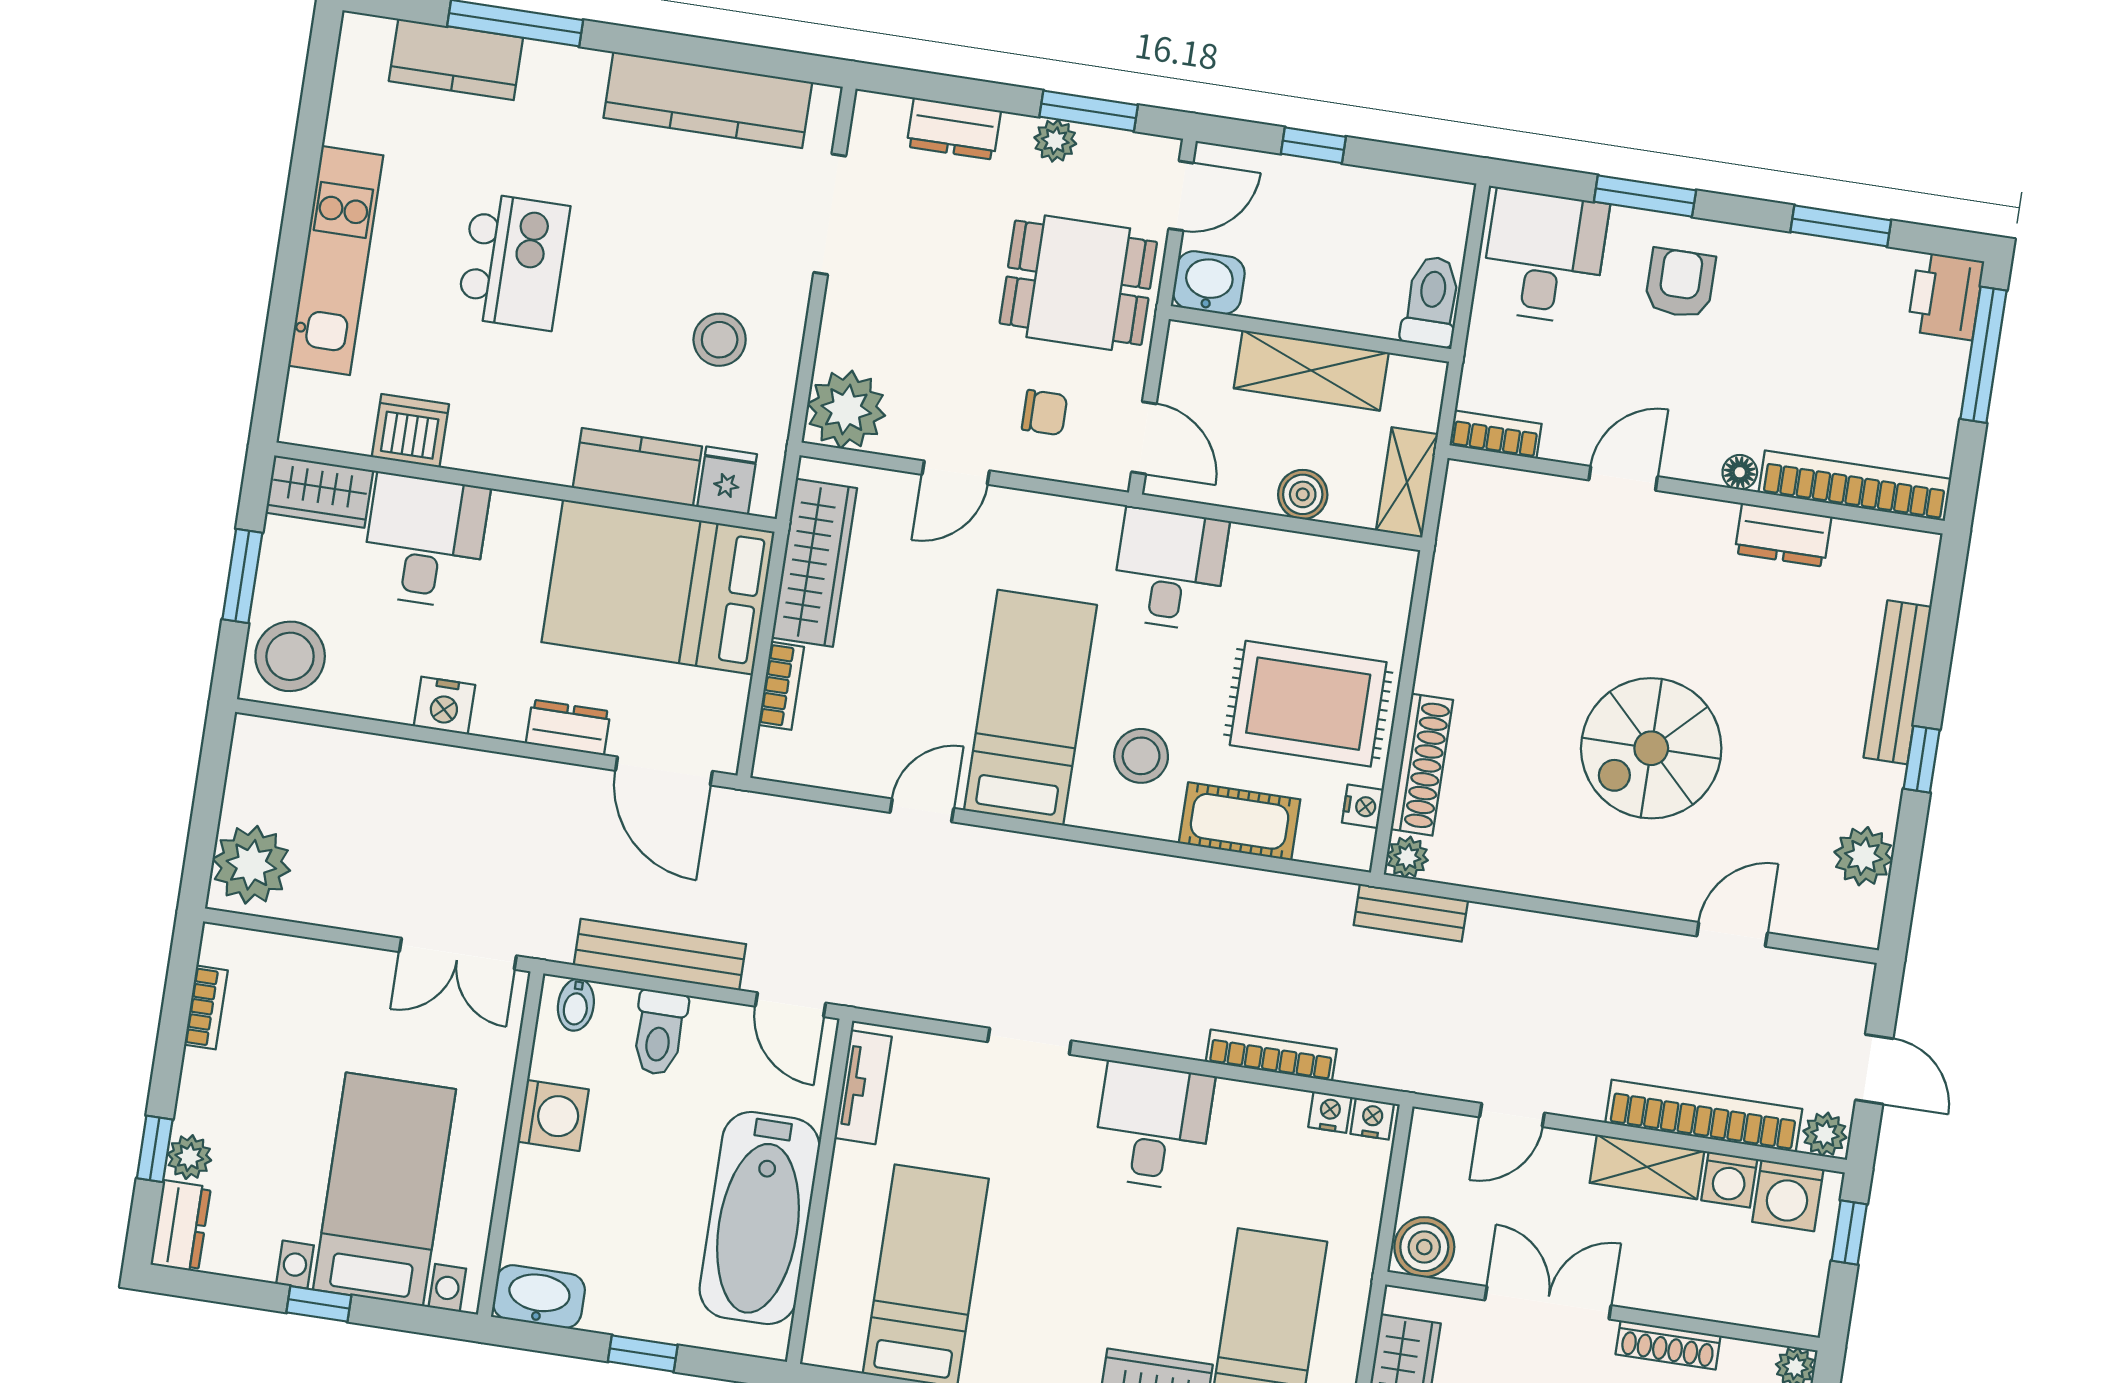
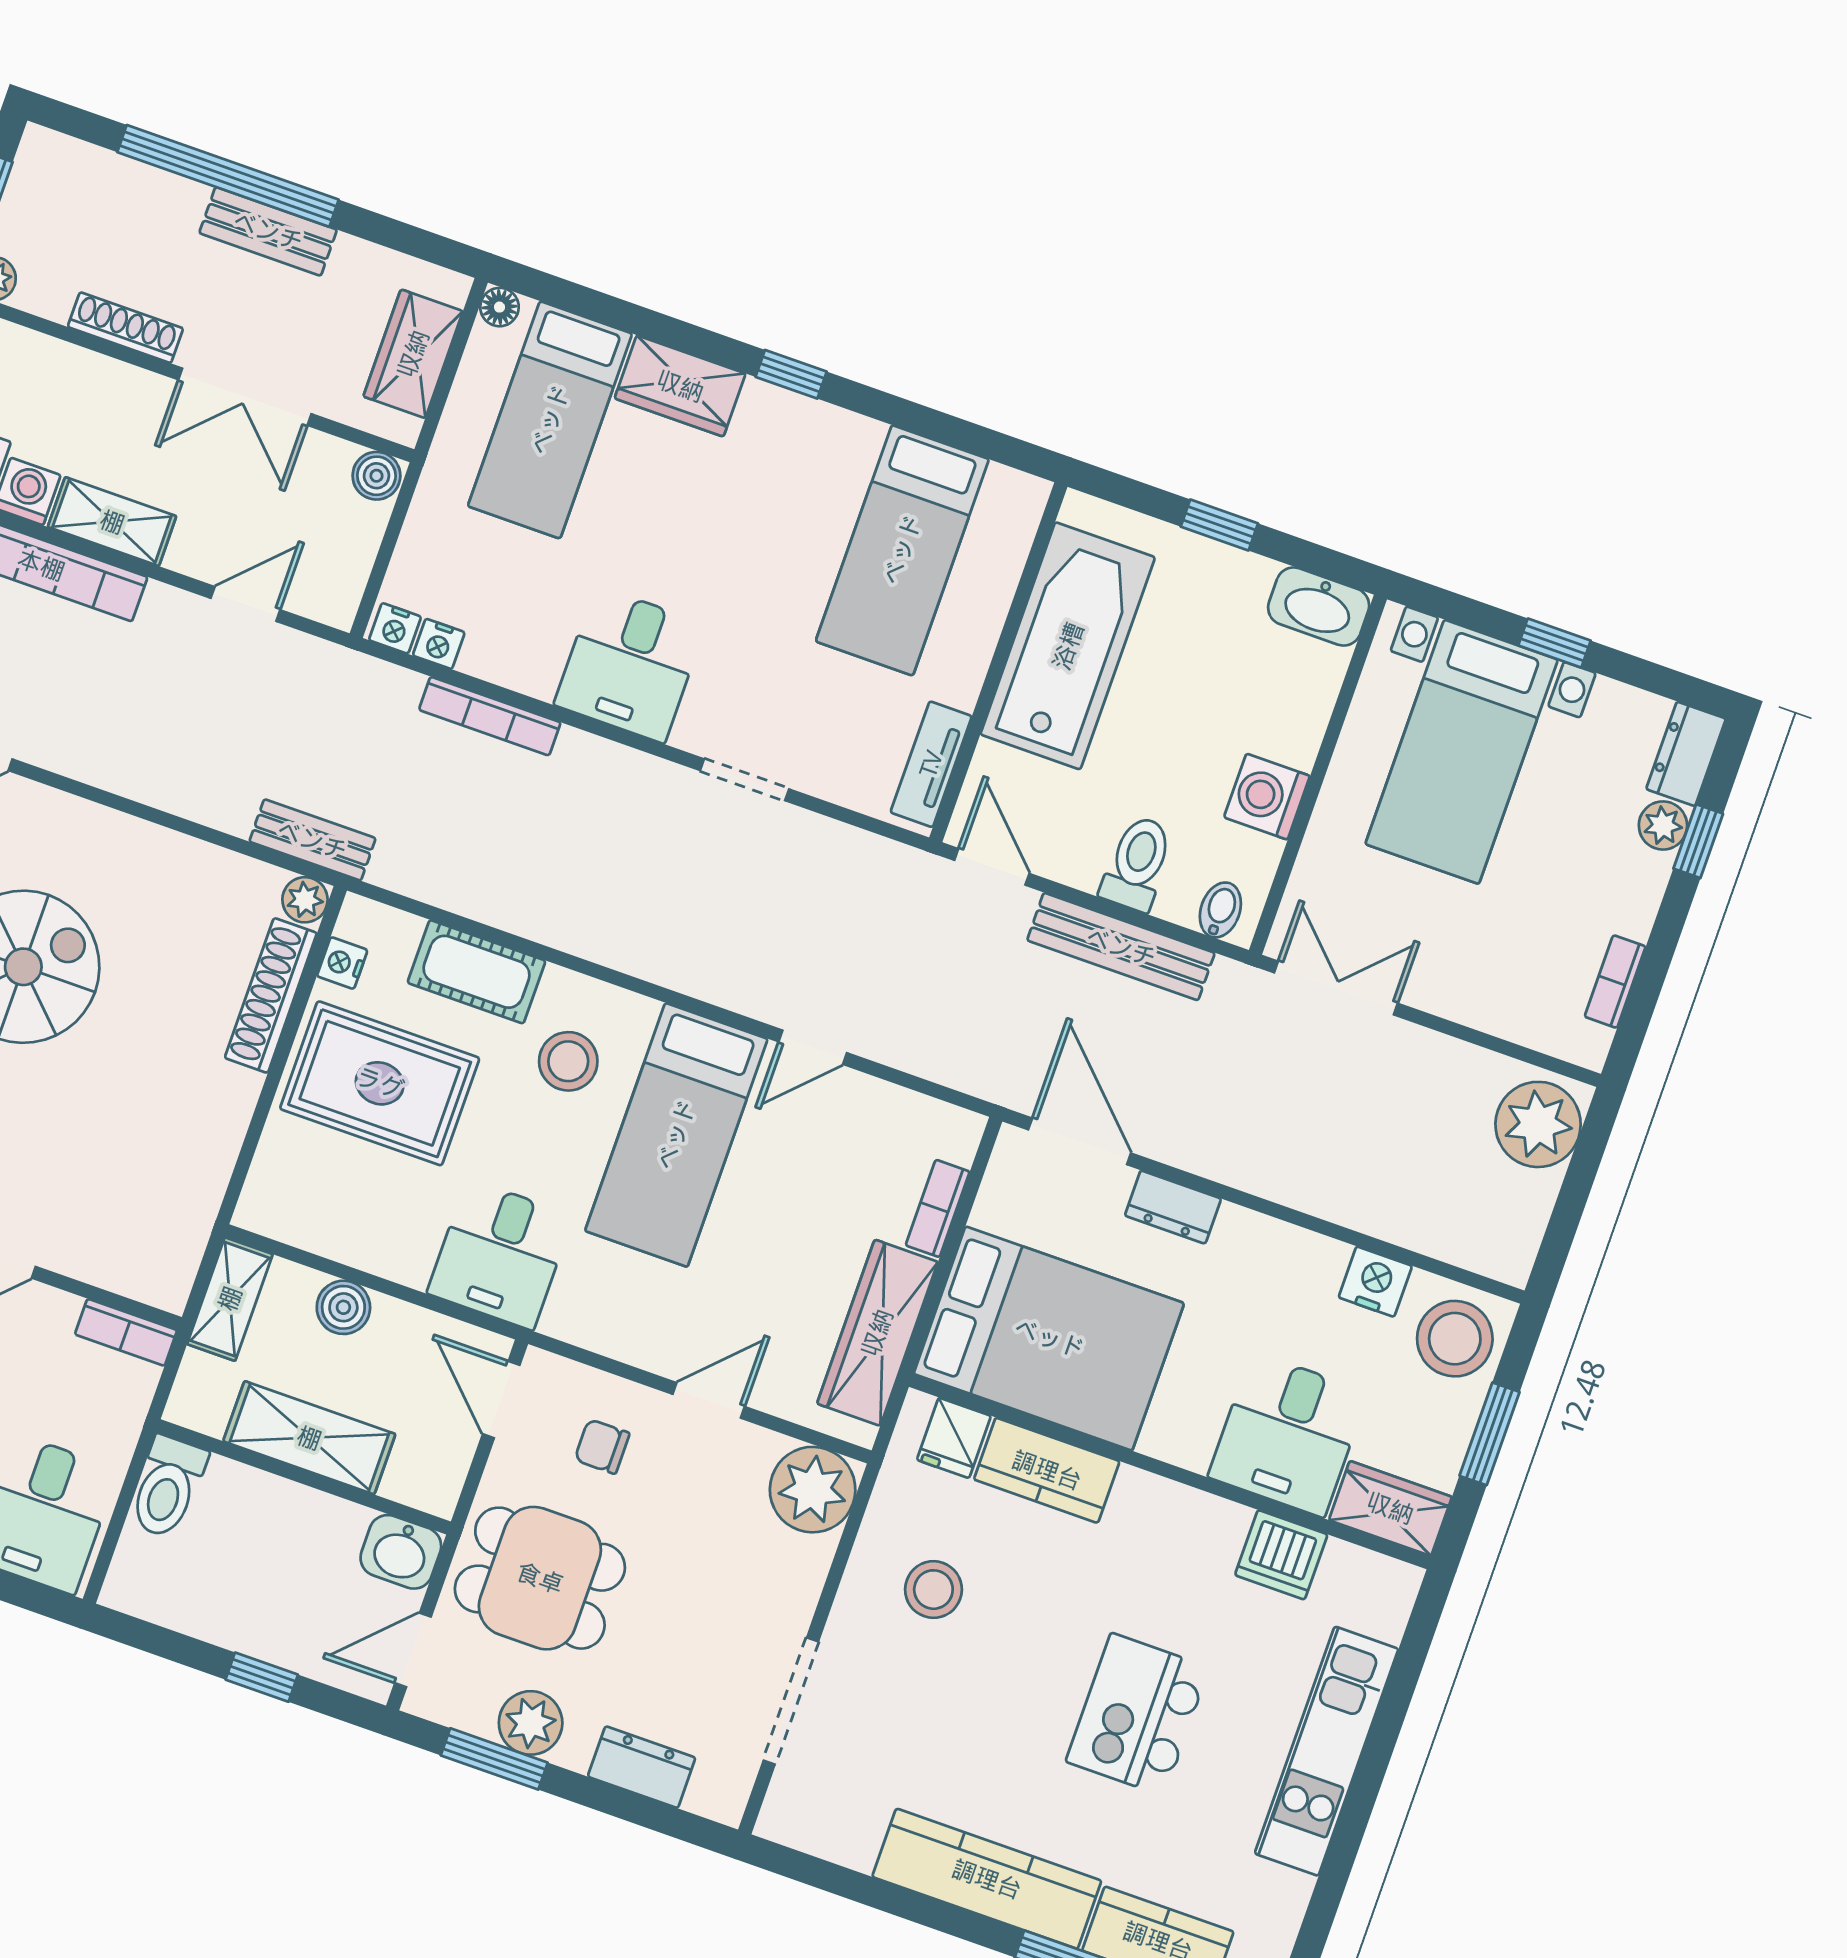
kitchen counter: (708, 100) -> (987, 1879), moved
plant: (1055, 141) -> (531, 1723), width x1.38, depth x1.38
nightstand: (445, 706) -> (1375, 1282), moved
boiler: (1424, 1247) -> (376, 476), width x0.73, depth x0.73

